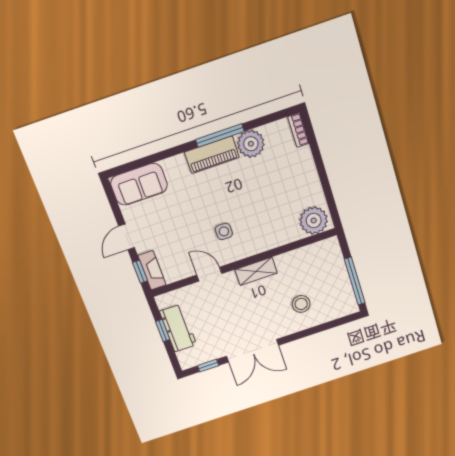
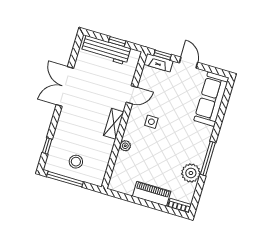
piano: (212, 155) -> (152, 194), moved, turned 90
sofa: (139, 184) -> (211, 99), width x1.36
plant: (314, 220) -> (125, 146), moved, width x0.53, depth x0.53
stool: (301, 304) -> (76, 162), moved
workbench: (178, 328) -> (106, 50), width x1.37
window: (208, 366) -> (47, 146), moved

